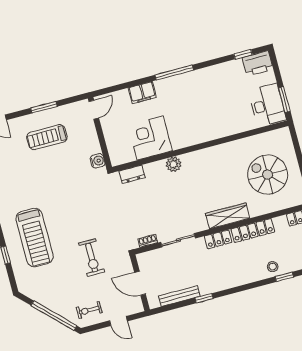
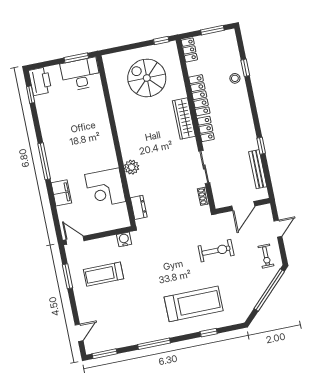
window: (44, 107) -> (68, 276), moved
treadmill: (47, 137) -> (104, 274), moved, turned 90
spiral stairs: (268, 175) -> (147, 78), turned 90

